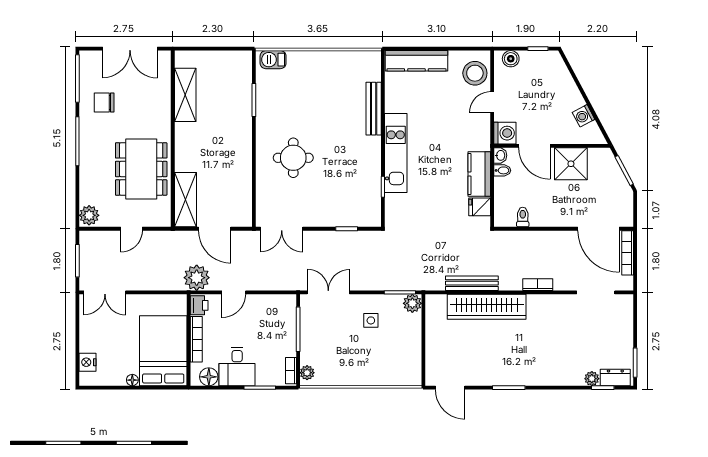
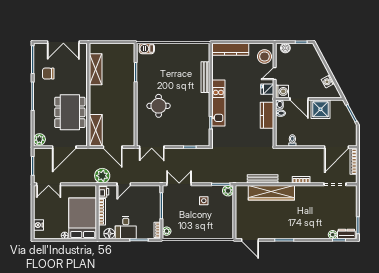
fridge: (480, 207) -> (267, 89), moved
door: (131, 229) -> (64, 147), width x1.88
door: (599, 229) -> (337, 147), hinge flipped

